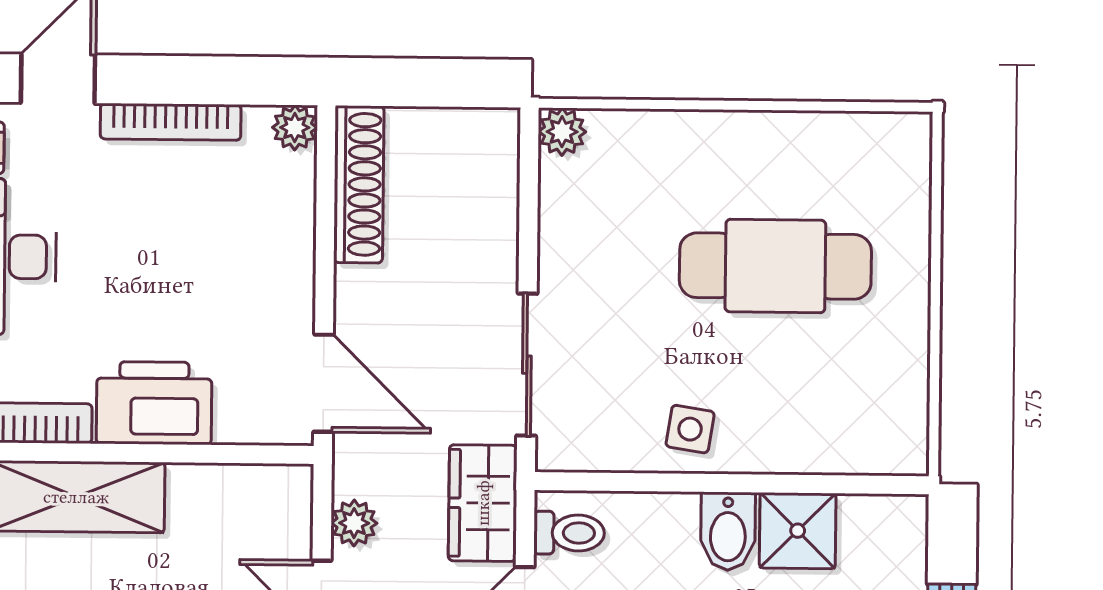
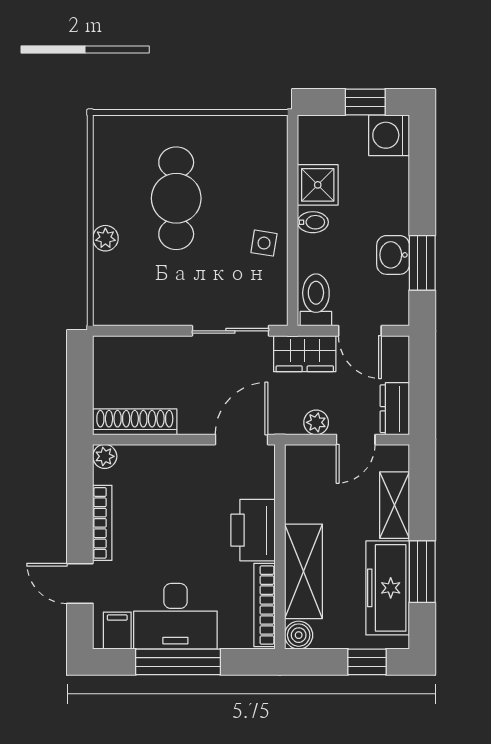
plant: (562, 132) -> (105, 238), moved
bidet: (728, 531) -> (313, 222), width x0.72, depth x0.74
toilet: (569, 533) -> (316, 300), width x1.37, depth x1.39

